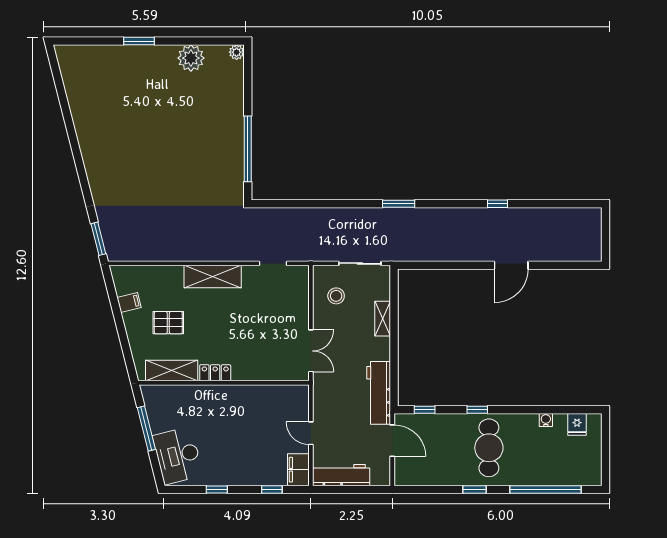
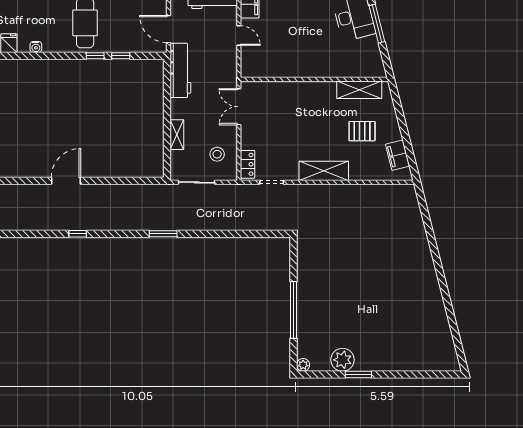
window: (139, 41) -> (358, 374), moved
window: (248, 149) -> (293, 310), moved
window: (98, 239) -> (422, 204), removed
filing cabinet: (129, 303) -> (398, 155), width x2.00
locker: (215, 373) -> (247, 164), moved, turned -90
window: (425, 410) -> (121, 56), moved
window: (146, 429) -> (377, 24), moved

